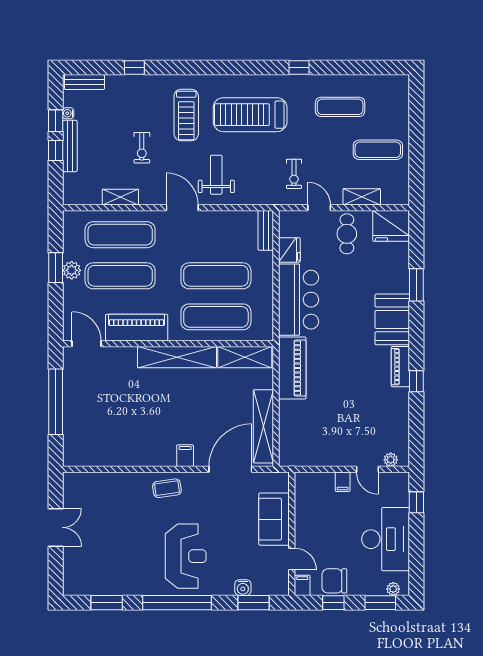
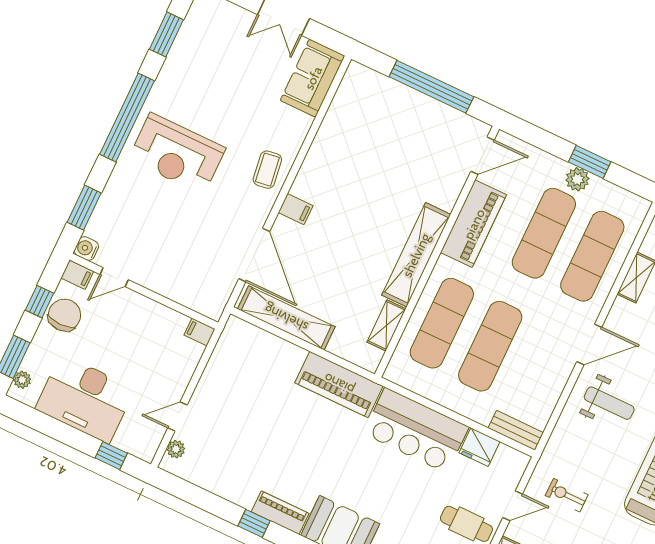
shelving: (245, 357) -> (386, 325), width x0.67, depth x0.75
filing cabinet: (343, 482) -> (200, 332), moved
sofa: (274, 519) -> (313, 78), moved, turned -90
water cooler: (243, 588) -> (86, 249), moved

